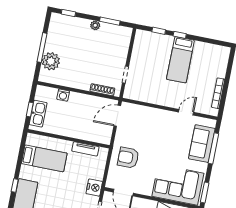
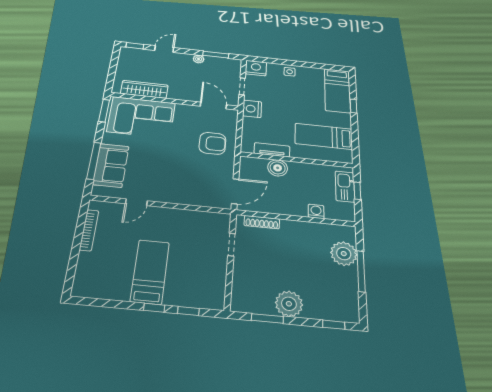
plant: (95, 25) -> (289, 304), width x1.88, depth x1.88
boiler: (84, 133) -> (278, 168), added

